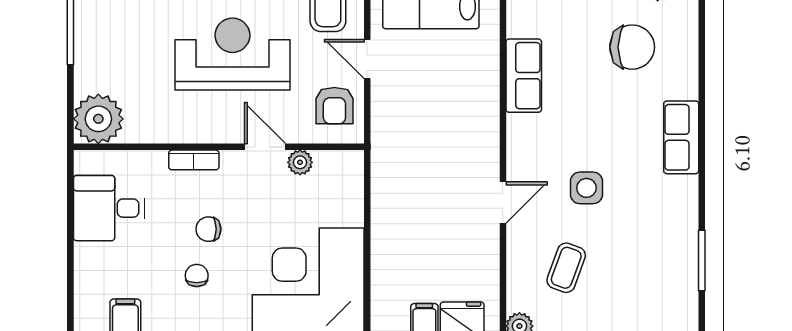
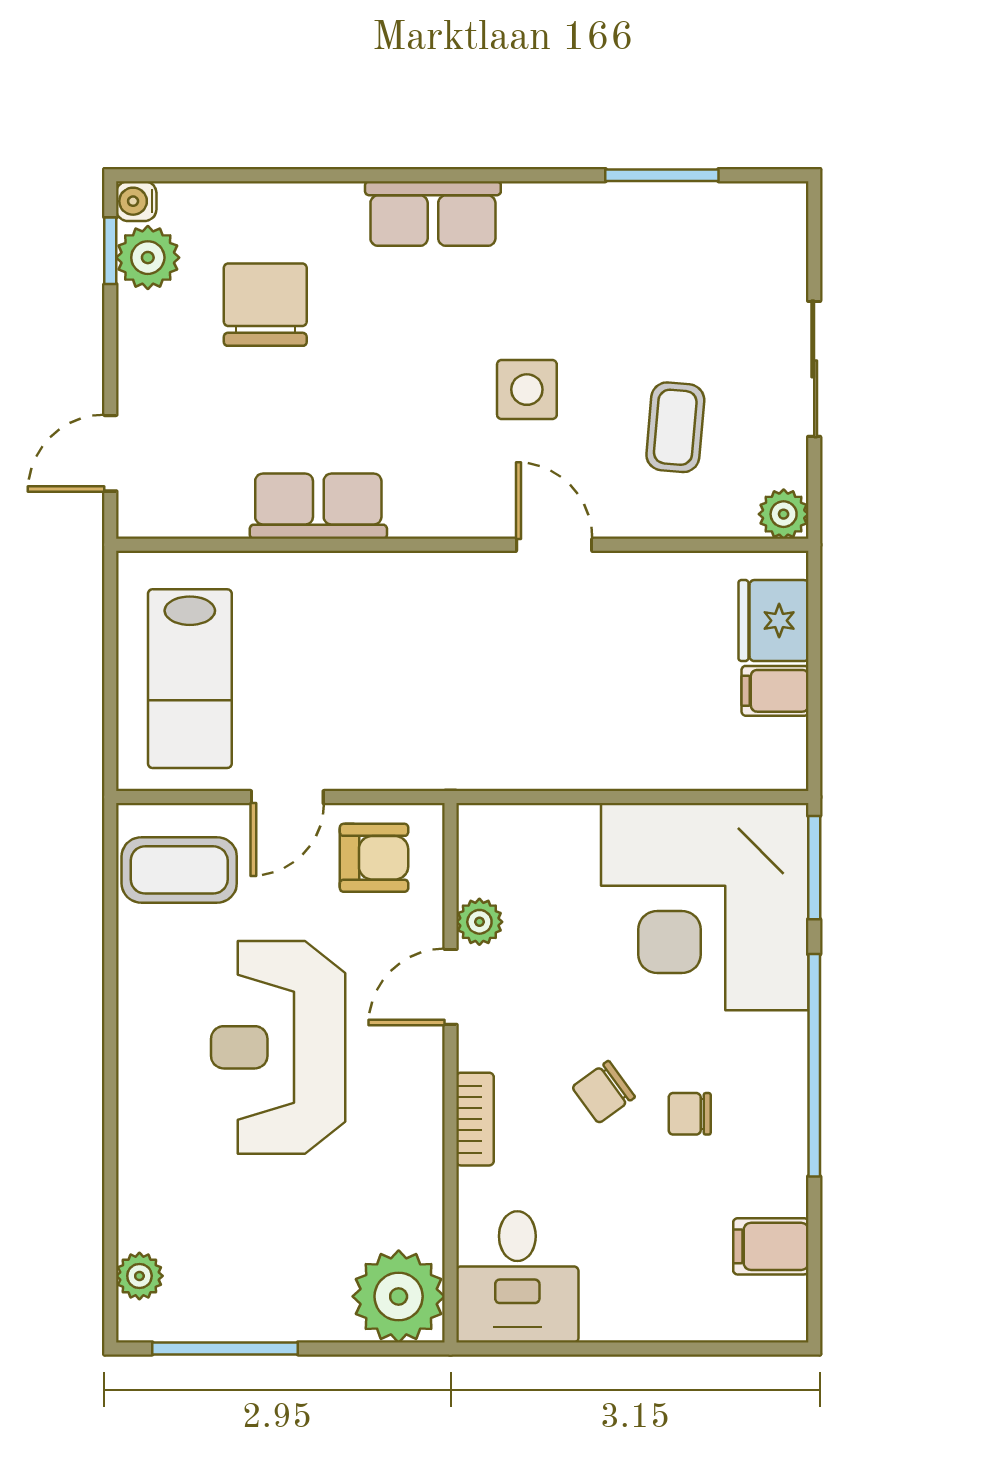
desk: (109, 208) -> (517, 1277), moved
chair: (208, 229) -> (604, 1092), turned 54
coffee table: (566, 268) -> (675, 427), turned 75

